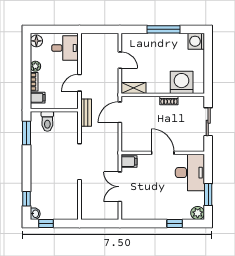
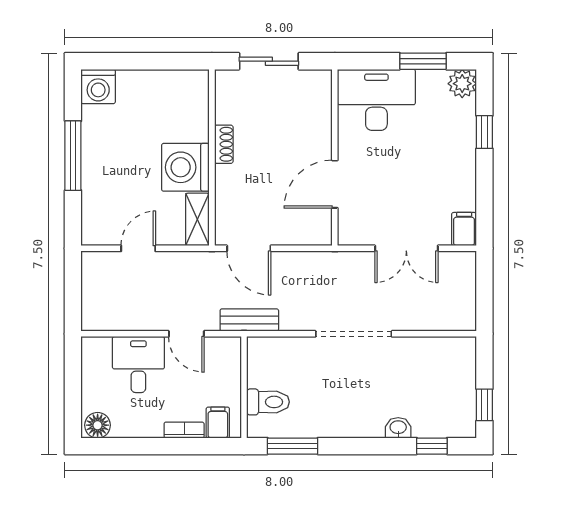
desk: (65, 48) -> (138, 365), moved
plant: (35, 66) -> (151, 427), removed
washing machine: (182, 82) -> (185, 167), moved
door: (163, 153) -> (335, 184), moved
filing cabinet: (129, 162) -> (464, 229), moved
washbasin: (35, 214) -> (398, 428), moved

